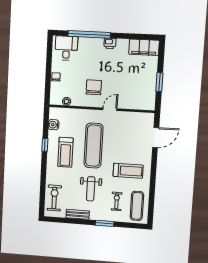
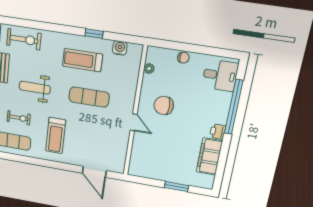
filing cabinet: (144, 47) -> (209, 156), moved
window: (159, 82) -> (176, 187), moved
chair: (94, 87) -> (164, 105), turned 180
exercise mat: (94, 146) -> (89, 97), width x0.73, depth x0.69

